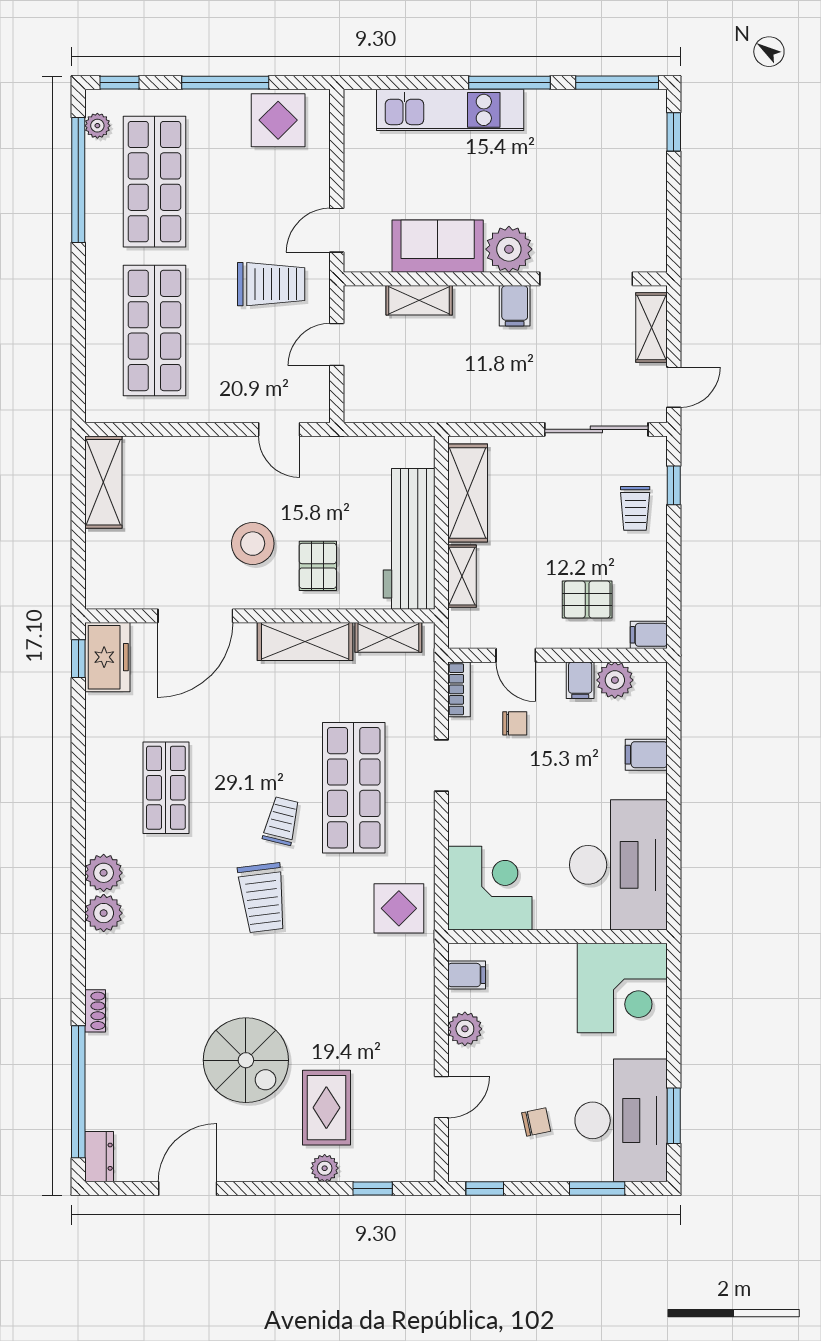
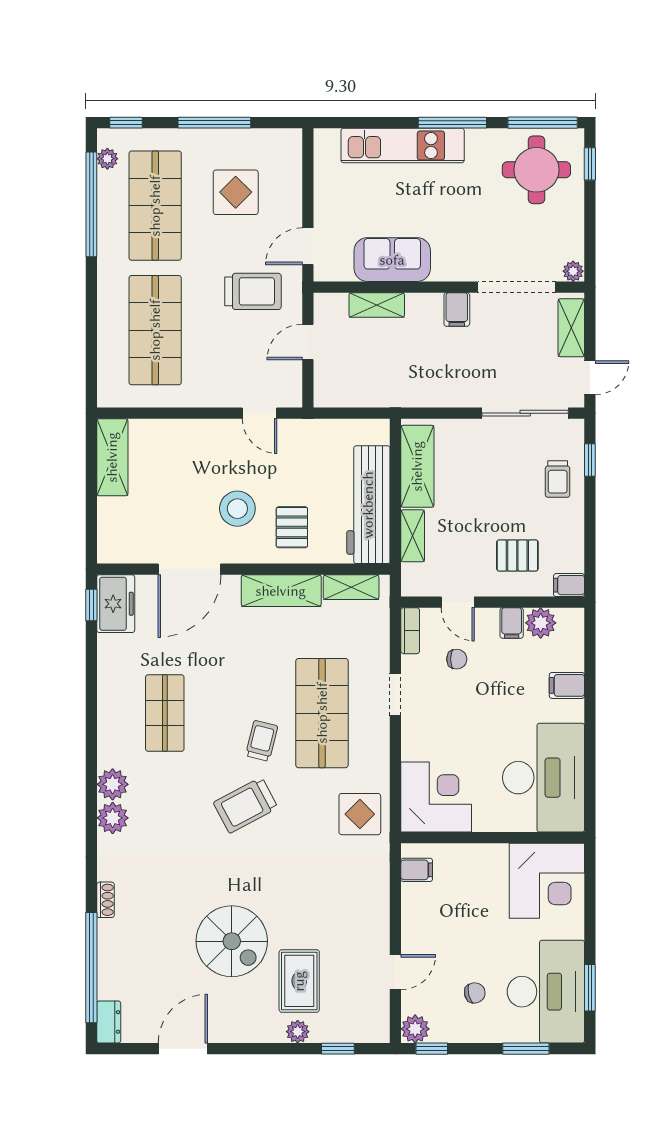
display table: (278, 120) -> (236, 192), moved
round table: (610, 139) -> (536, 170), added
plant: (509, 249) -> (573, 271), moved, width x0.53, depth x0.53
trolley: (262, 898) -> (246, 805), turned 69
plant: (465, 1029) -> (415, 1029), moved

